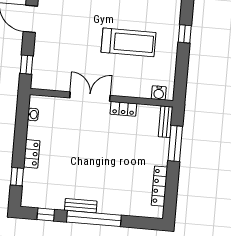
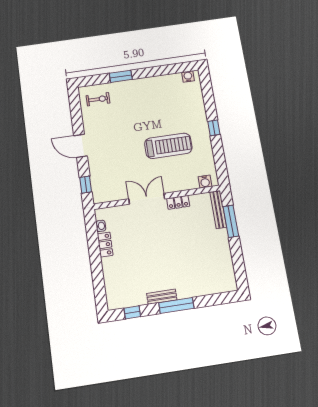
bench: (166, 122) -> (218, 210), width x1.36
locker: (32, 154) -> (105, 245), moved
window: (17, 177) -> (99, 284), removed
locker: (159, 186) -> (227, 262), removed
window: (94, 219) -> (176, 305), width x0.68

